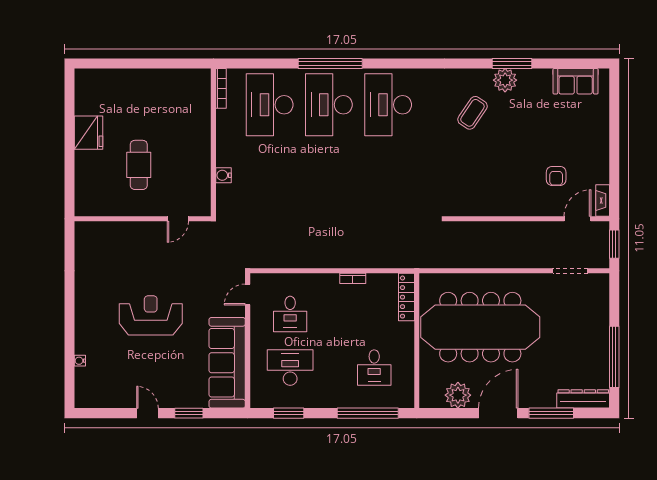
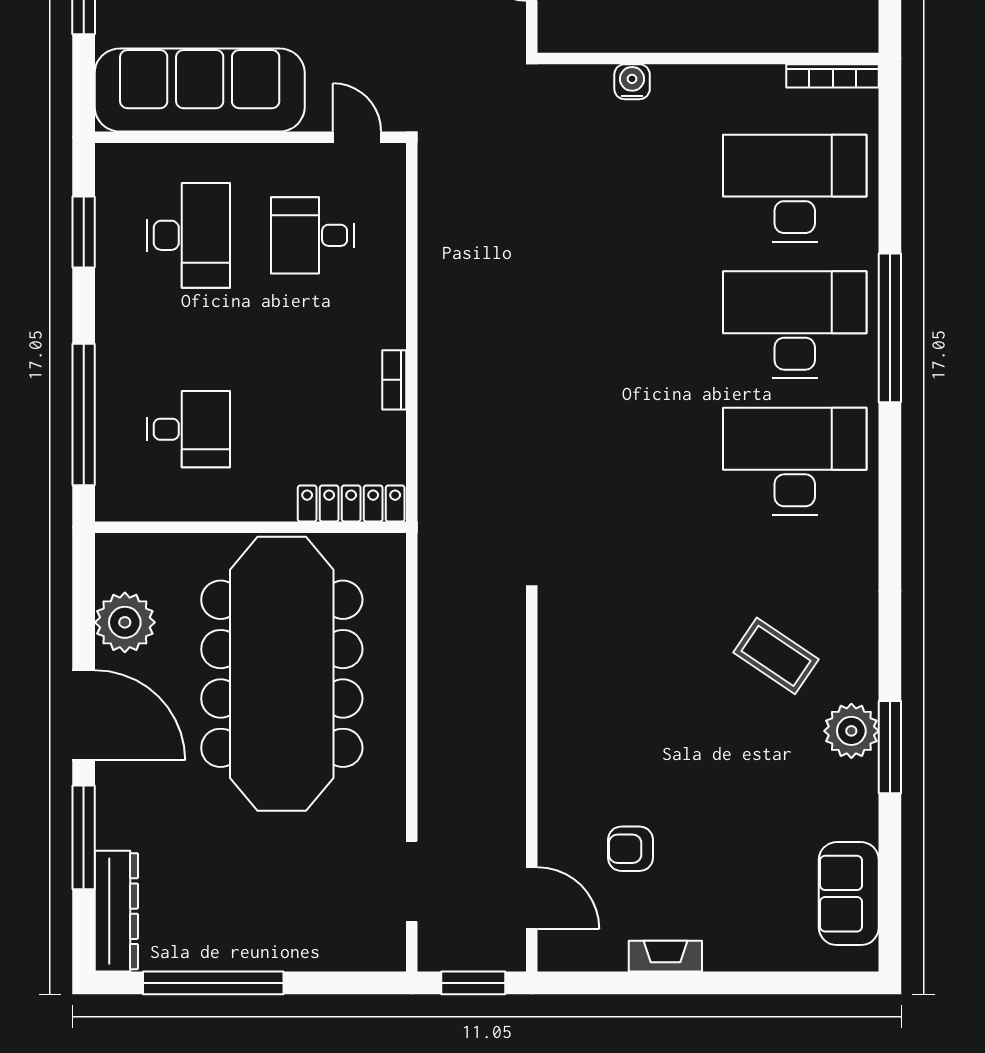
fireplace: (603, 200) -> (665, 956), moved
desk: (374, 368) -> (189, 429), turned 180

